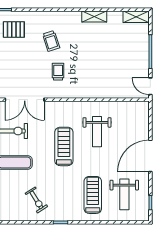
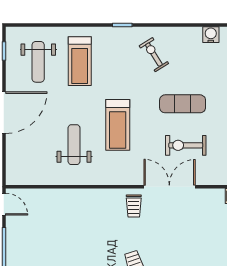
trolley: (58, 72) -> (134, 206), moved
weight bench: (124, 194) -> (38, 62), turned 180

